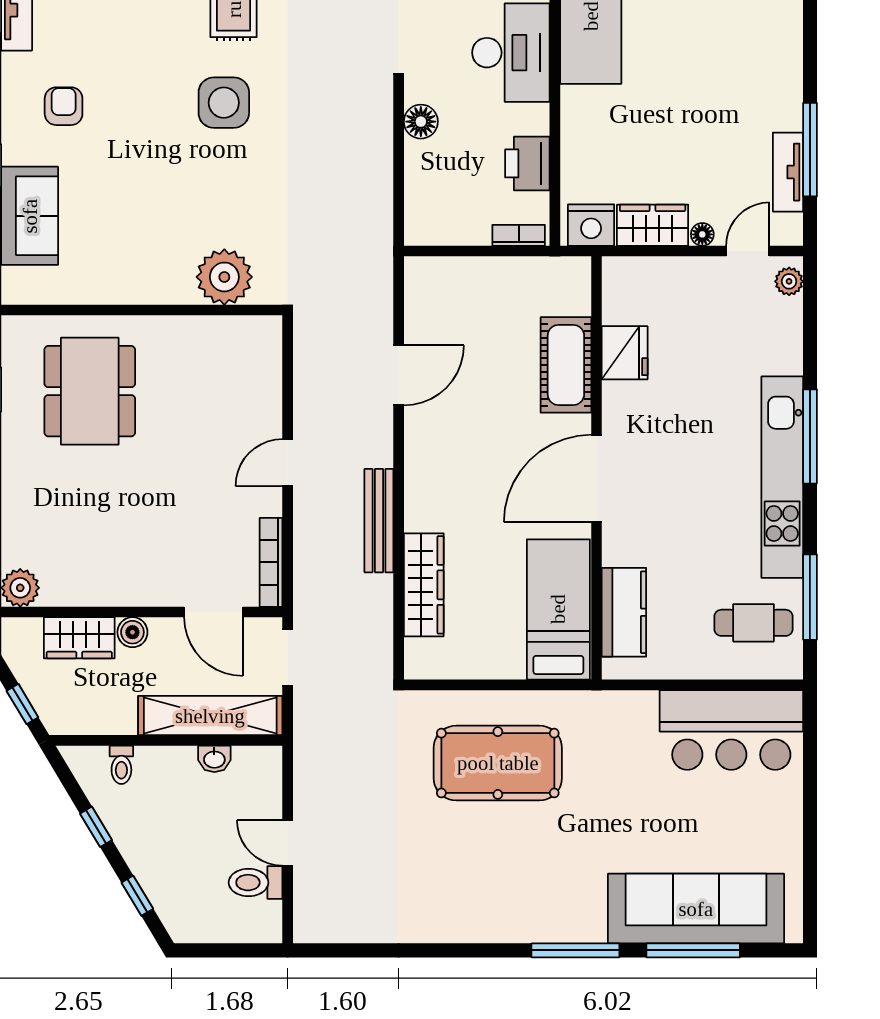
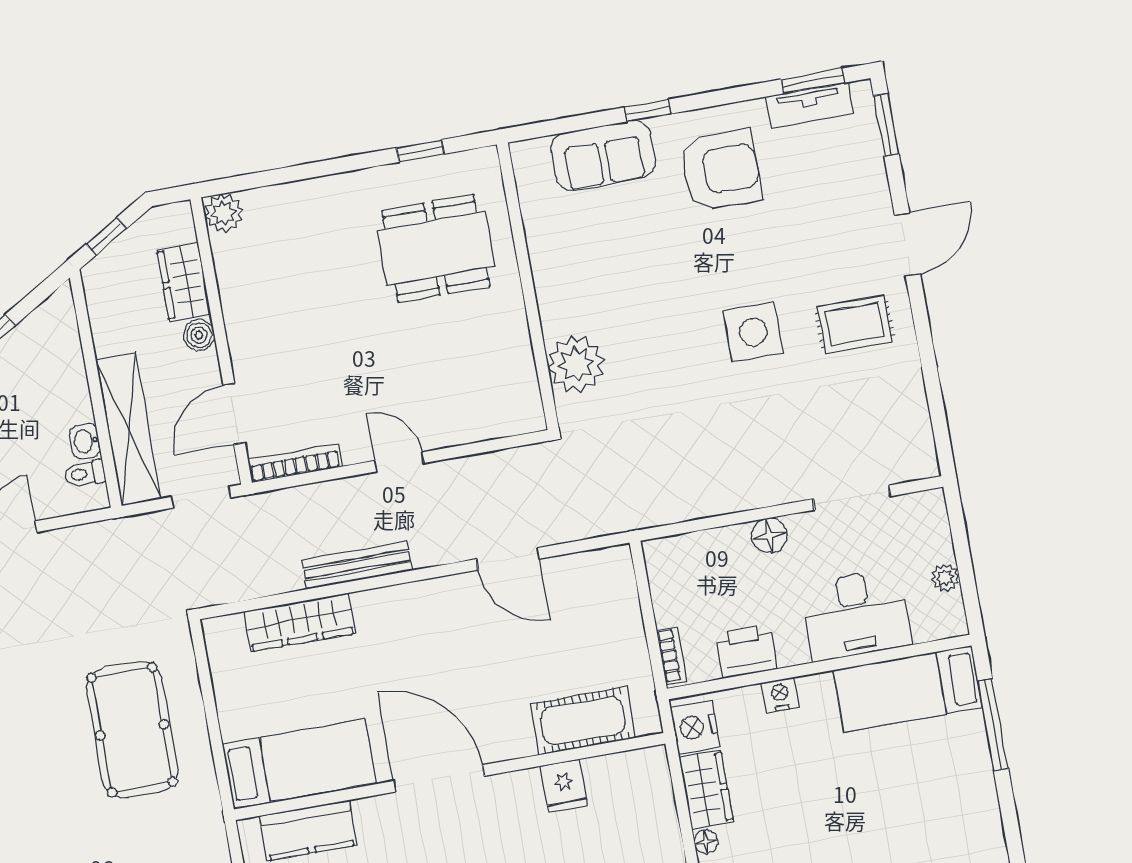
armchair: (64, 106) -> (720, 170), width x1.88, depth x1.88
nightstand: (575, 139) -> (780, 695), added
fridge: (625, 353) -> (564, 786), width x0.72
cot: (566, 365) -> (583, 721), moved
toilet: (121, 765) -> (85, 474), moved

